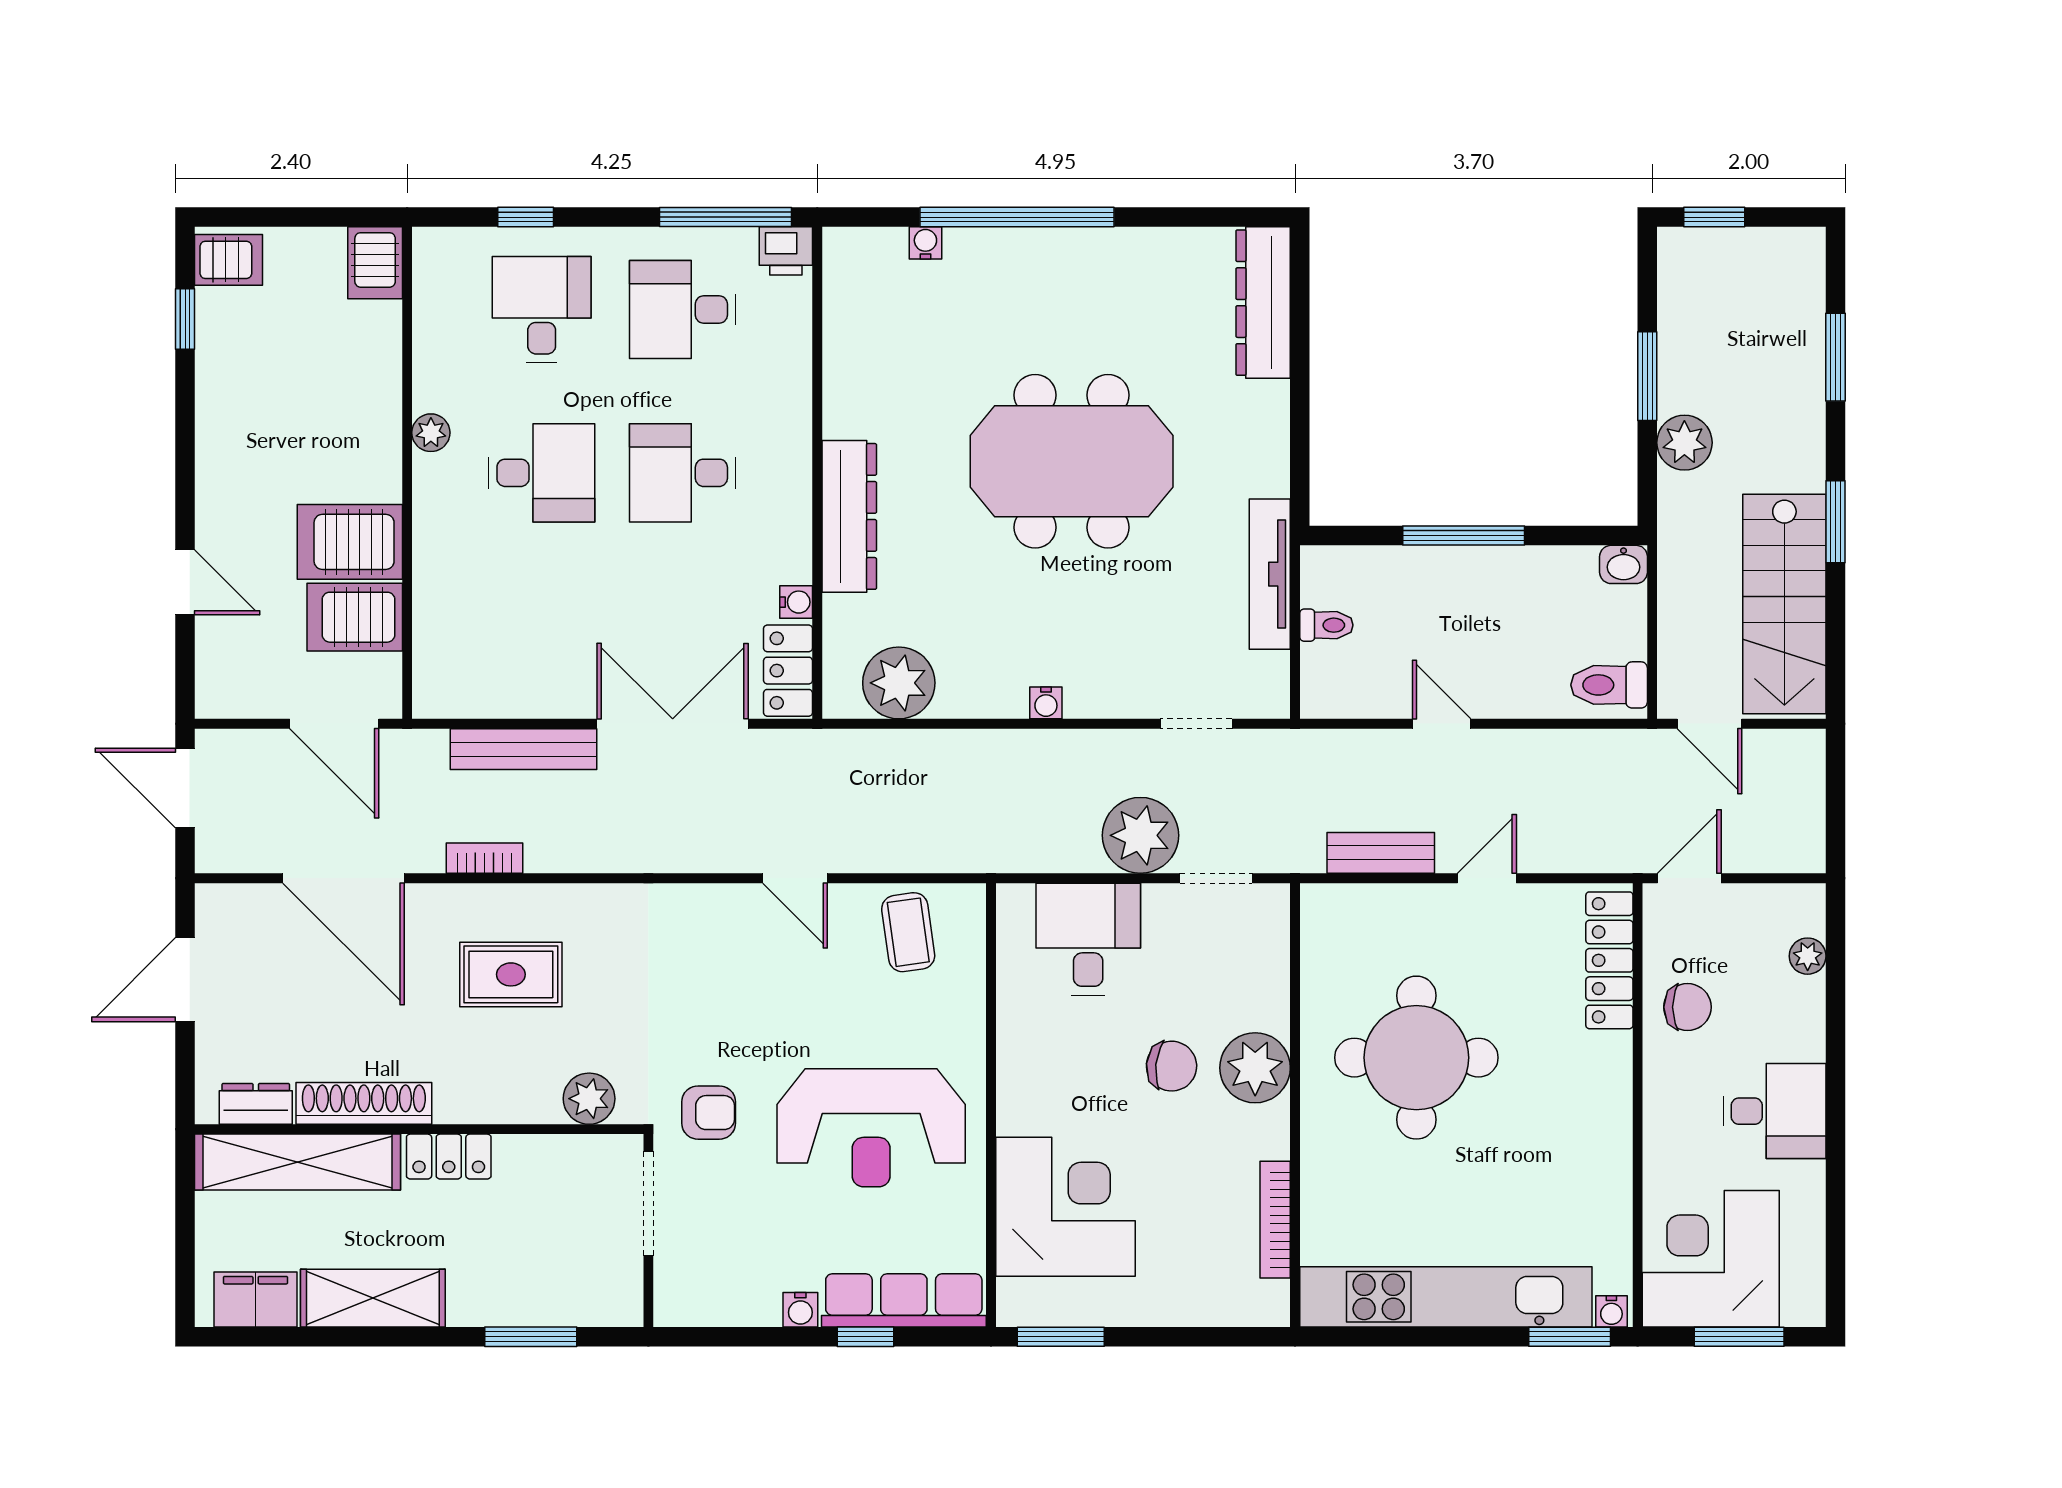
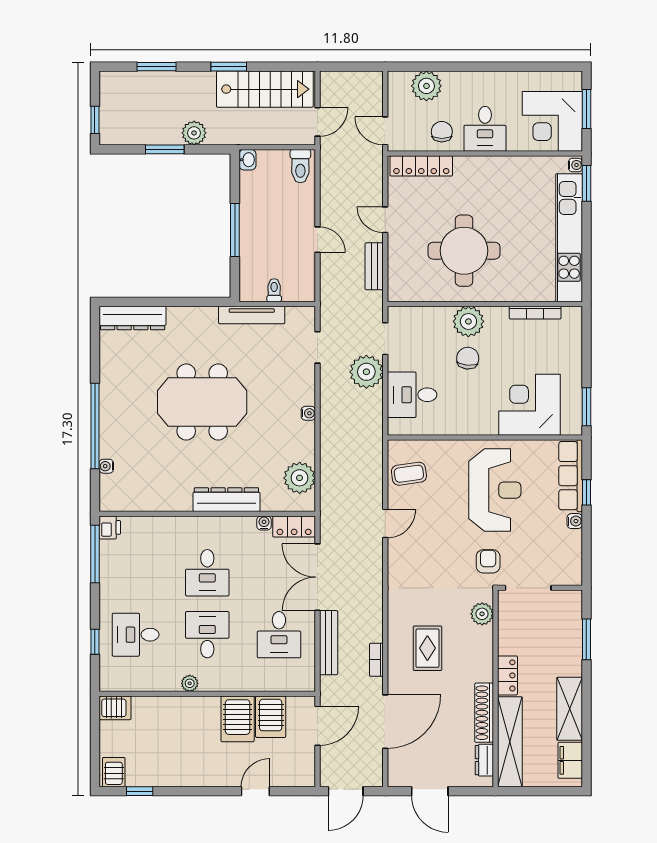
desk: (683, 310) -> (279, 635), moved
meeting table: (1072, 461) -> (202, 402), turned 90
door: (1442, 724) -> (317, 240), swing flipped
plant: (1808, 956) -> (426, 86), width x1.87, depth x1.87
desk: (1774, 1111) -> (485, 129), moved, turned 180

